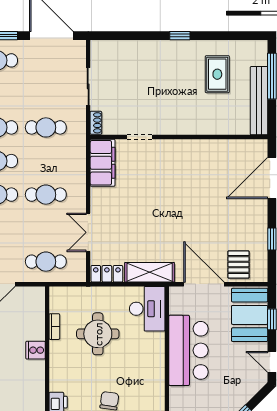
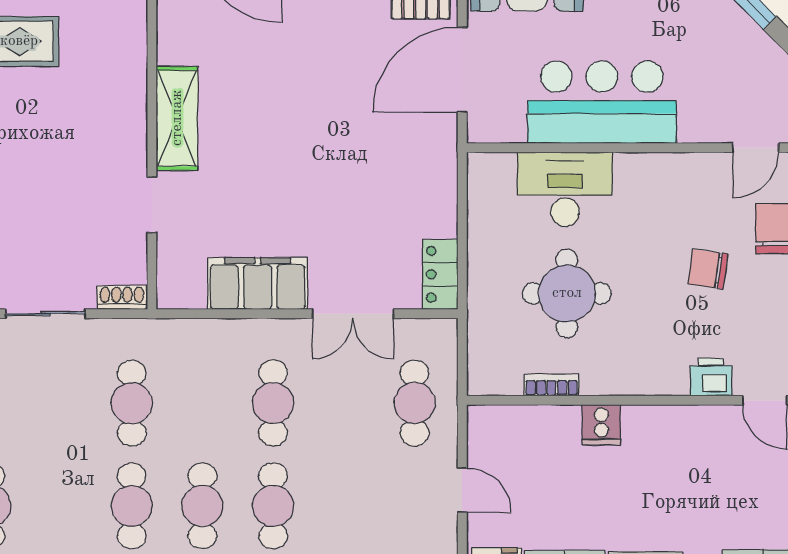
filing cabinet: (103, 163) -> (258, 283), moved
shelving: (150, 272) -> (177, 118), moved
desk: (147, 309) -> (565, 189), moved

